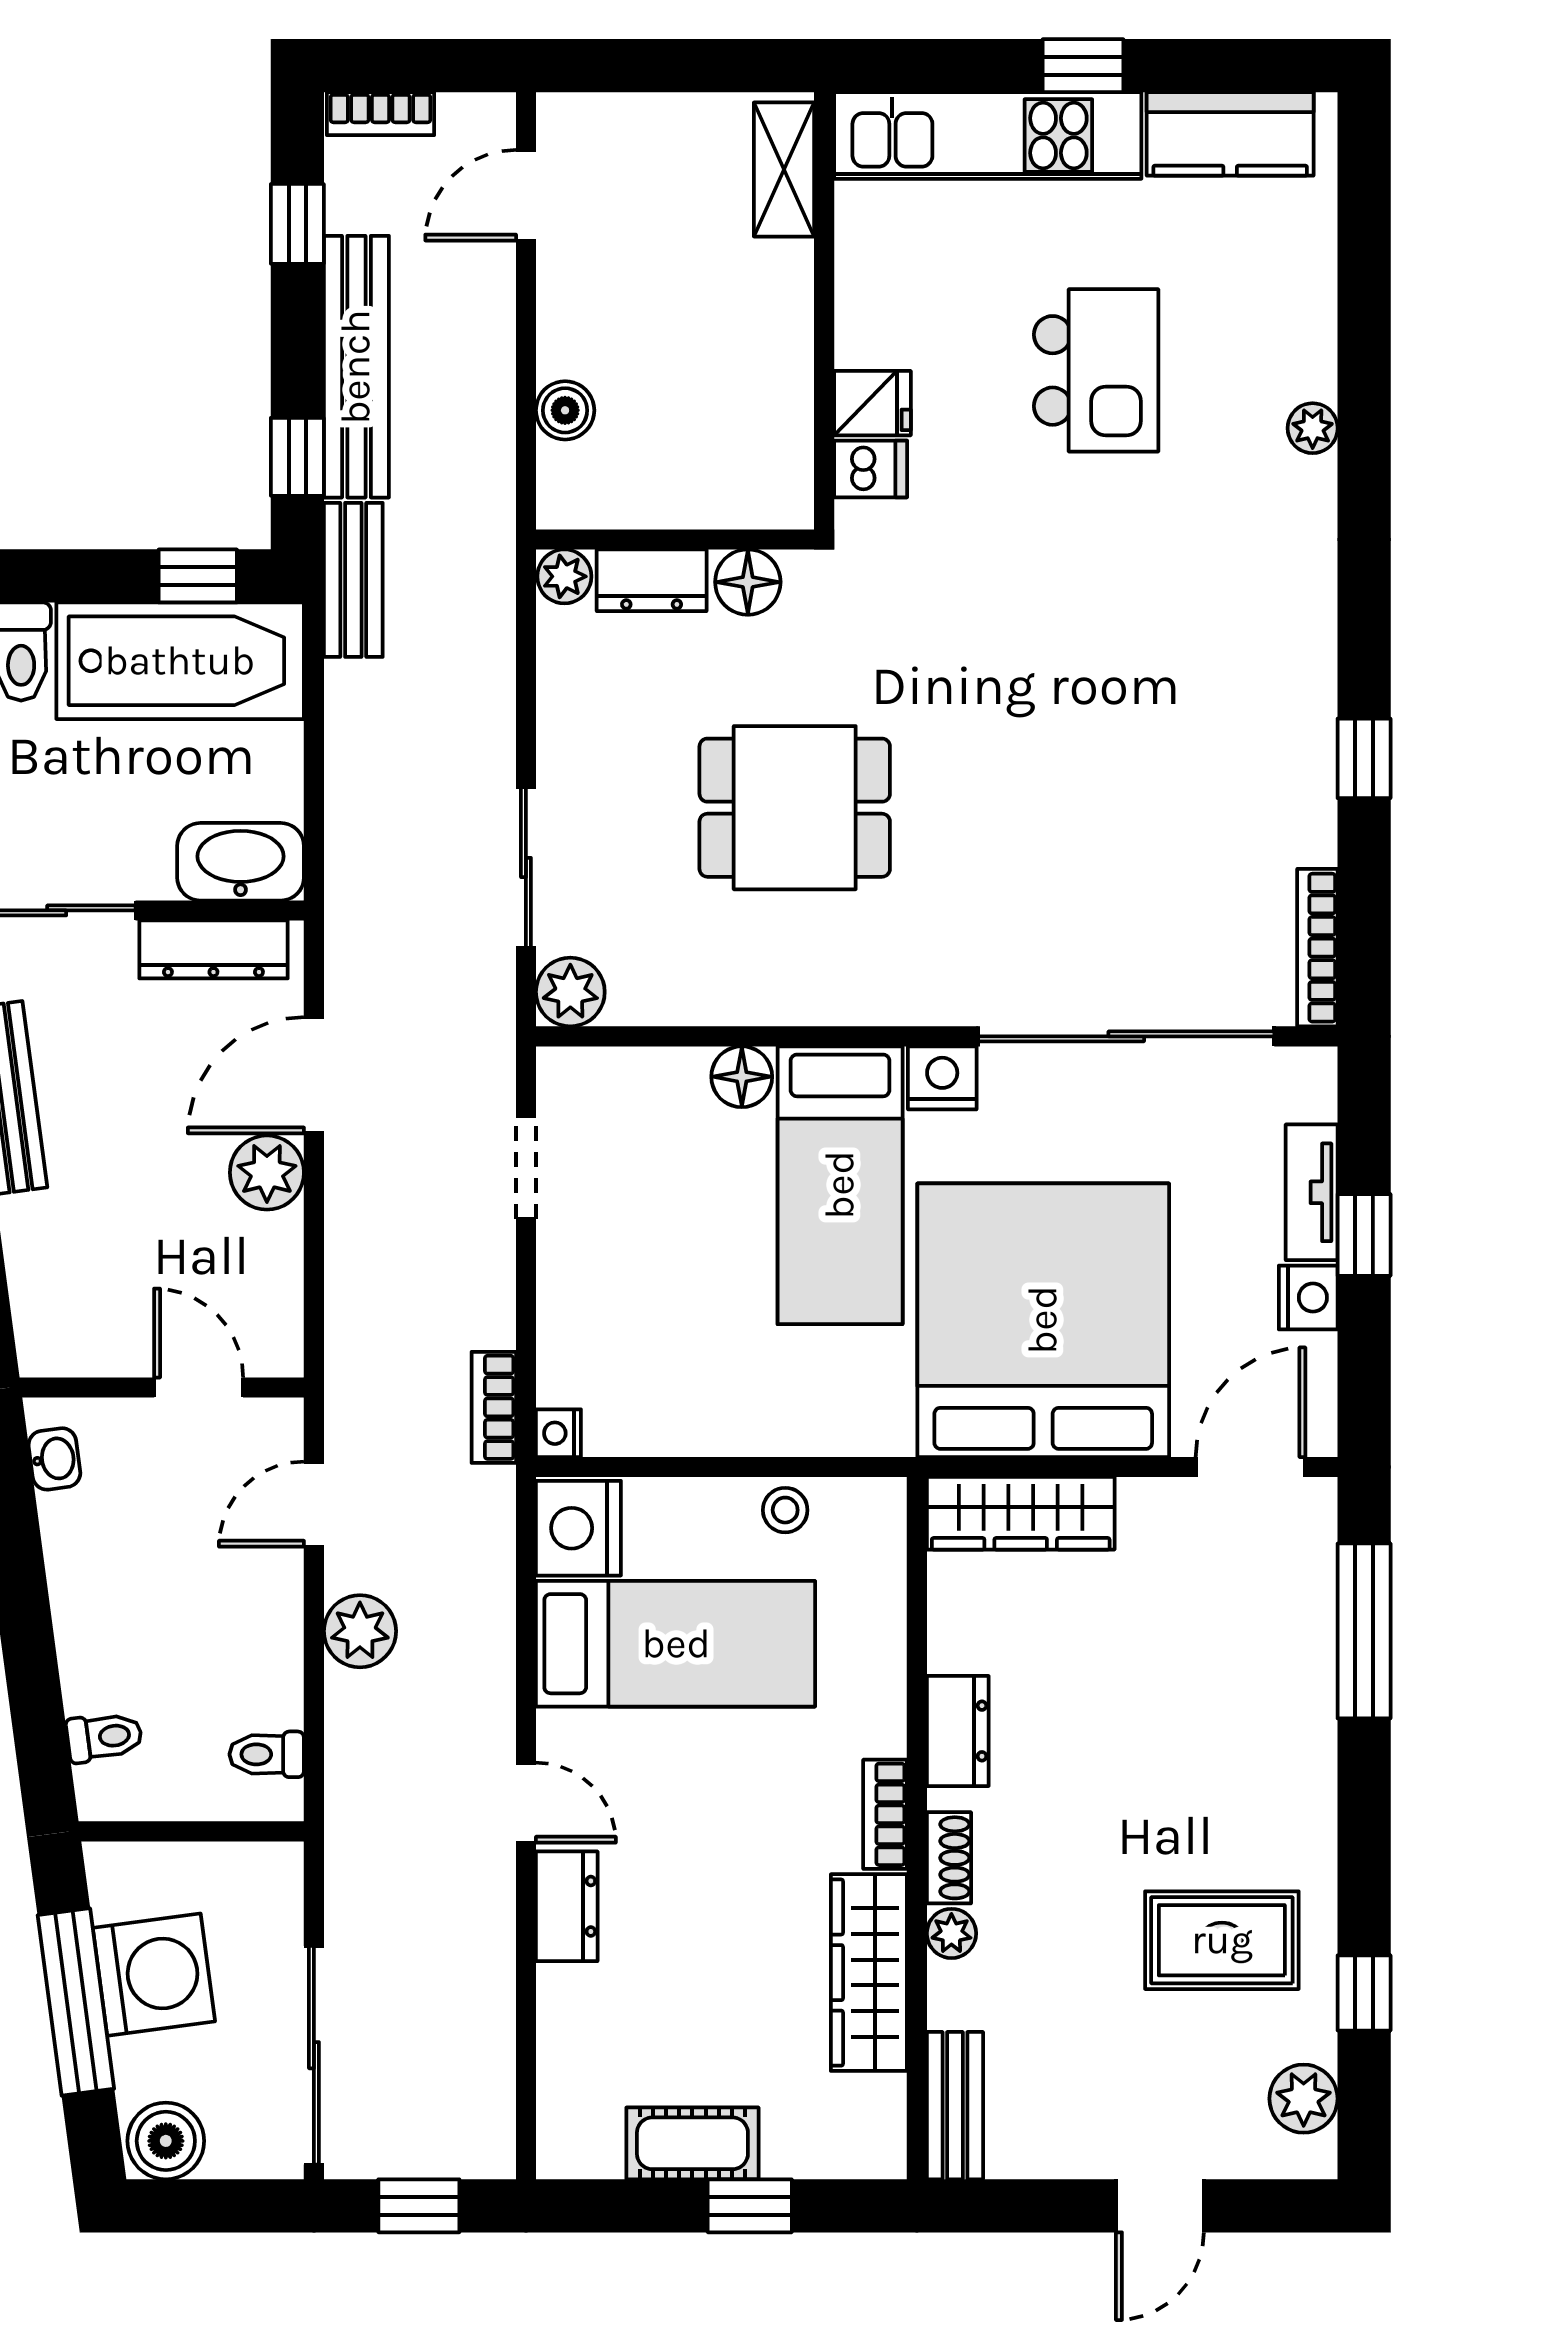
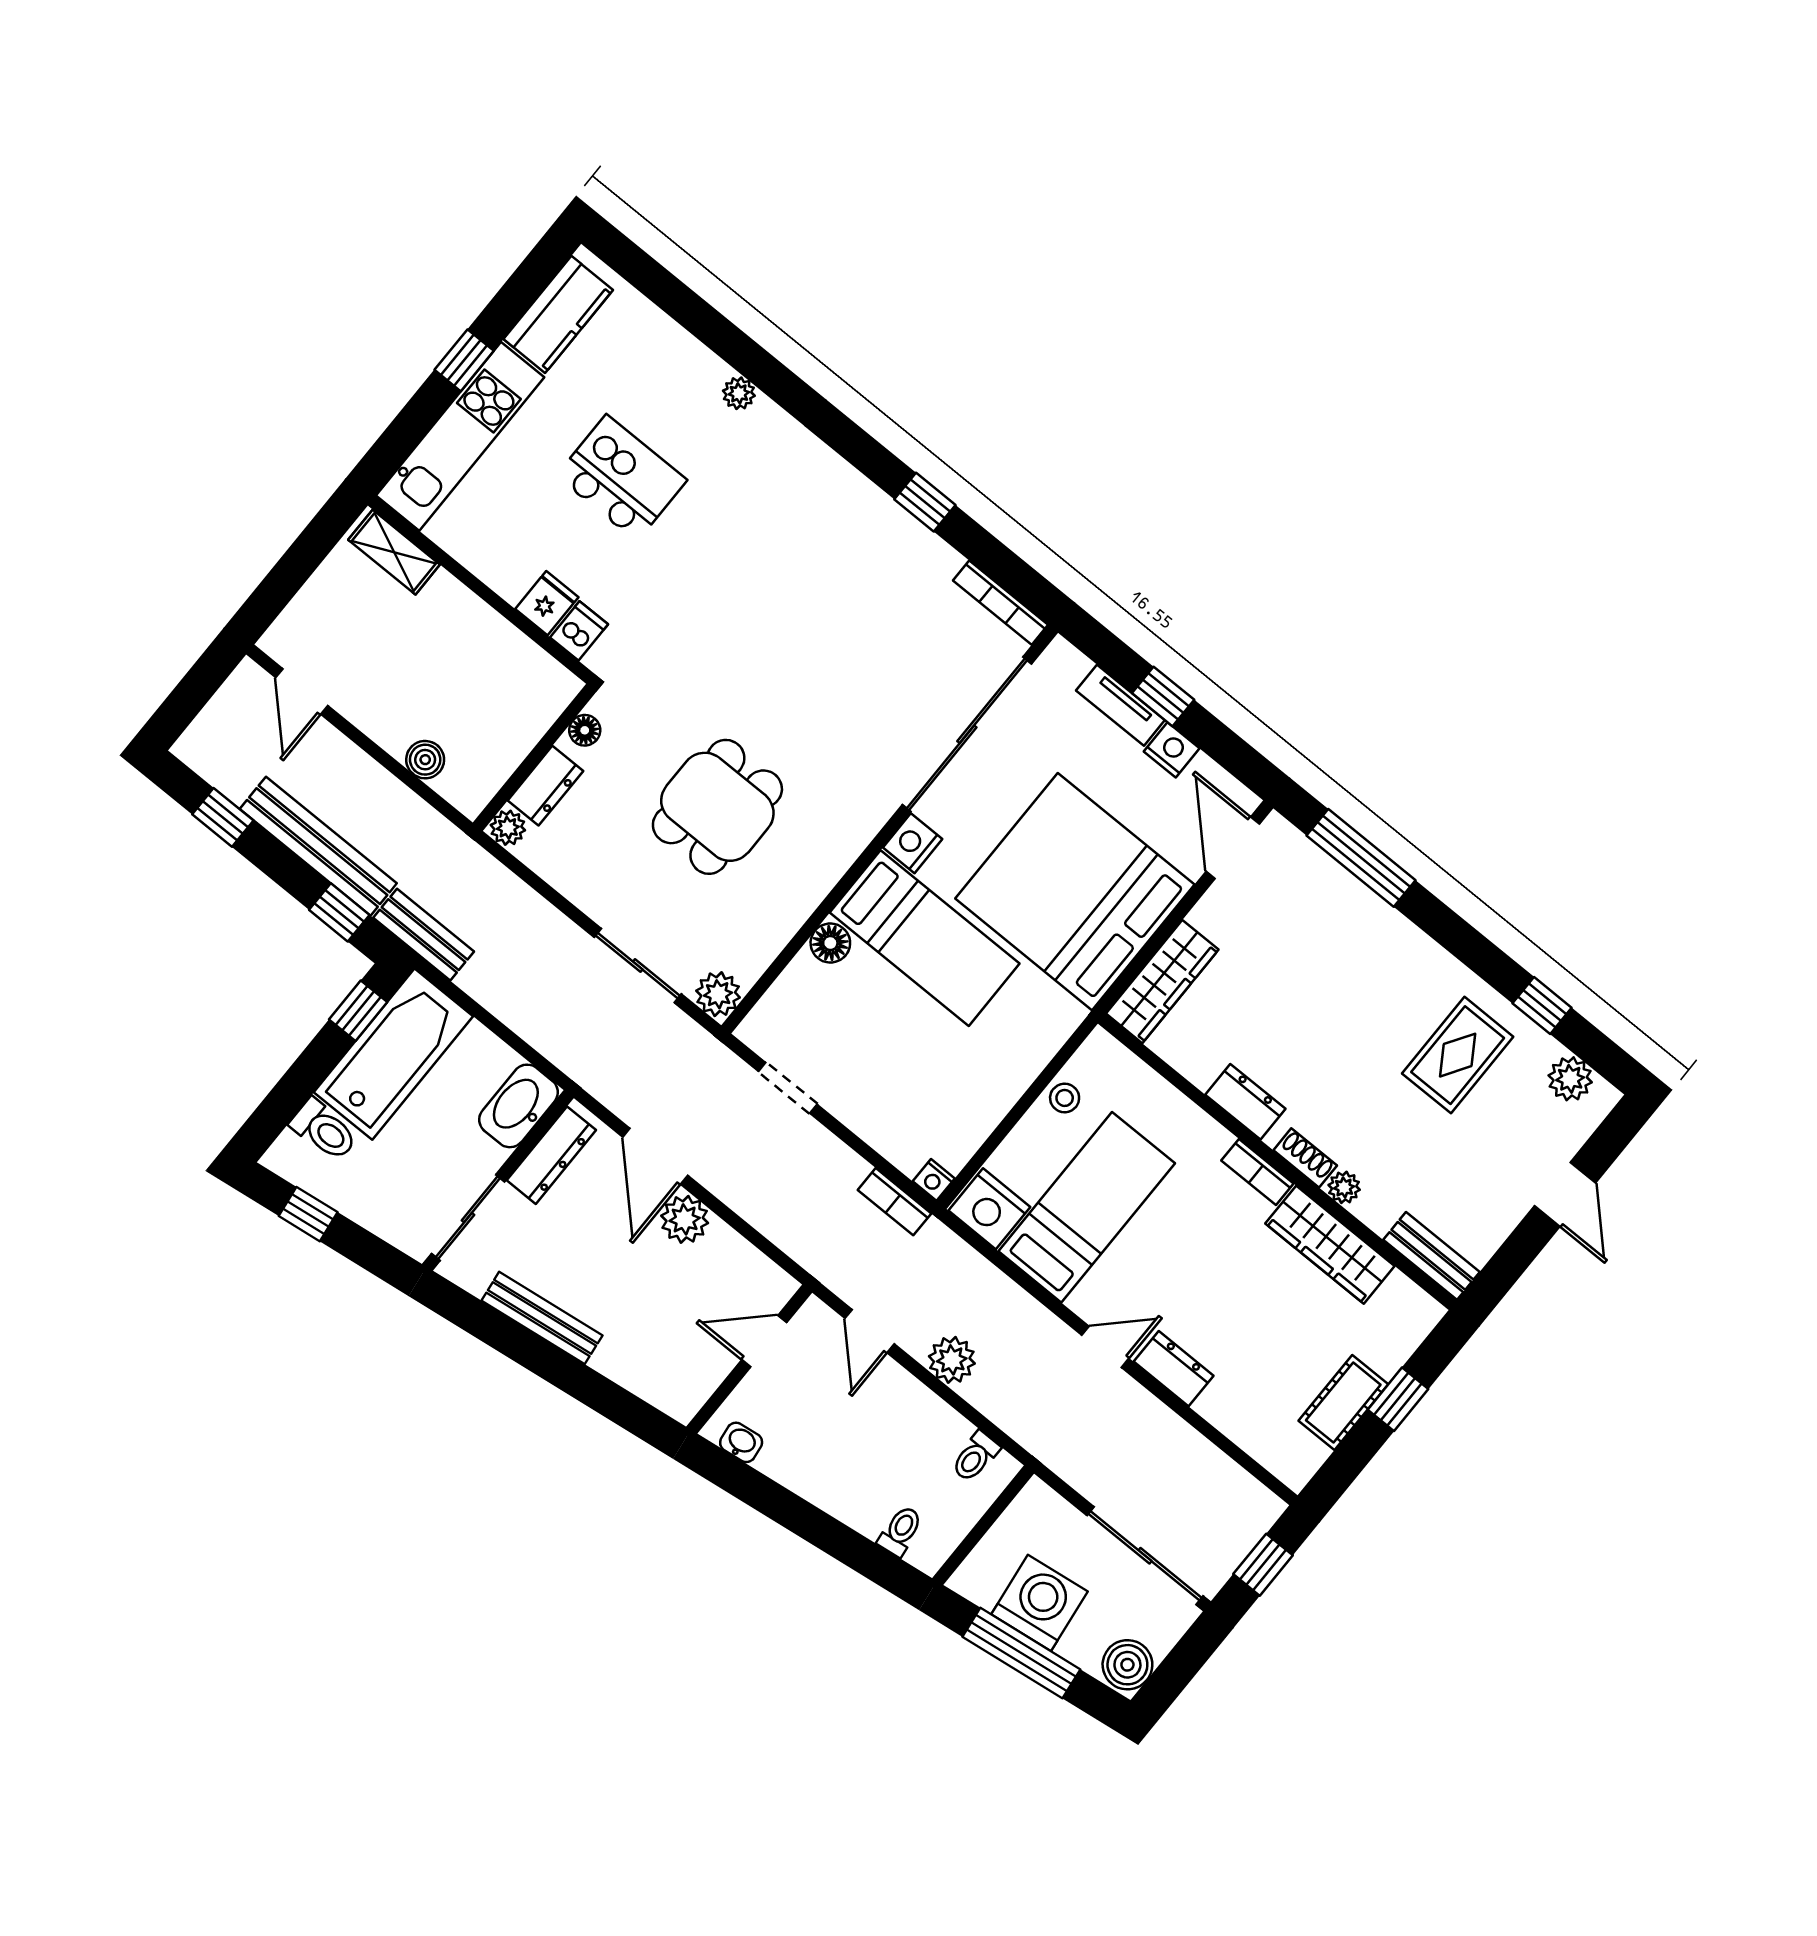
bookcase: (380, 114) -> (202, 731), removed
floor lamp: (748, 582) -> (585, 730), width x0.73, depth x0.73

